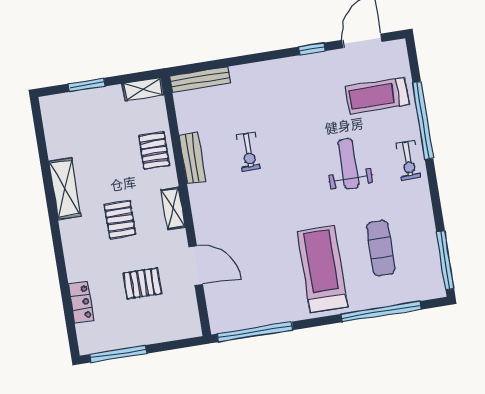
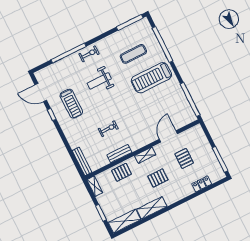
treadmill: (377, 96) -> (71, 104), moved
shelving: (56, 127) -> (125, 221), added

